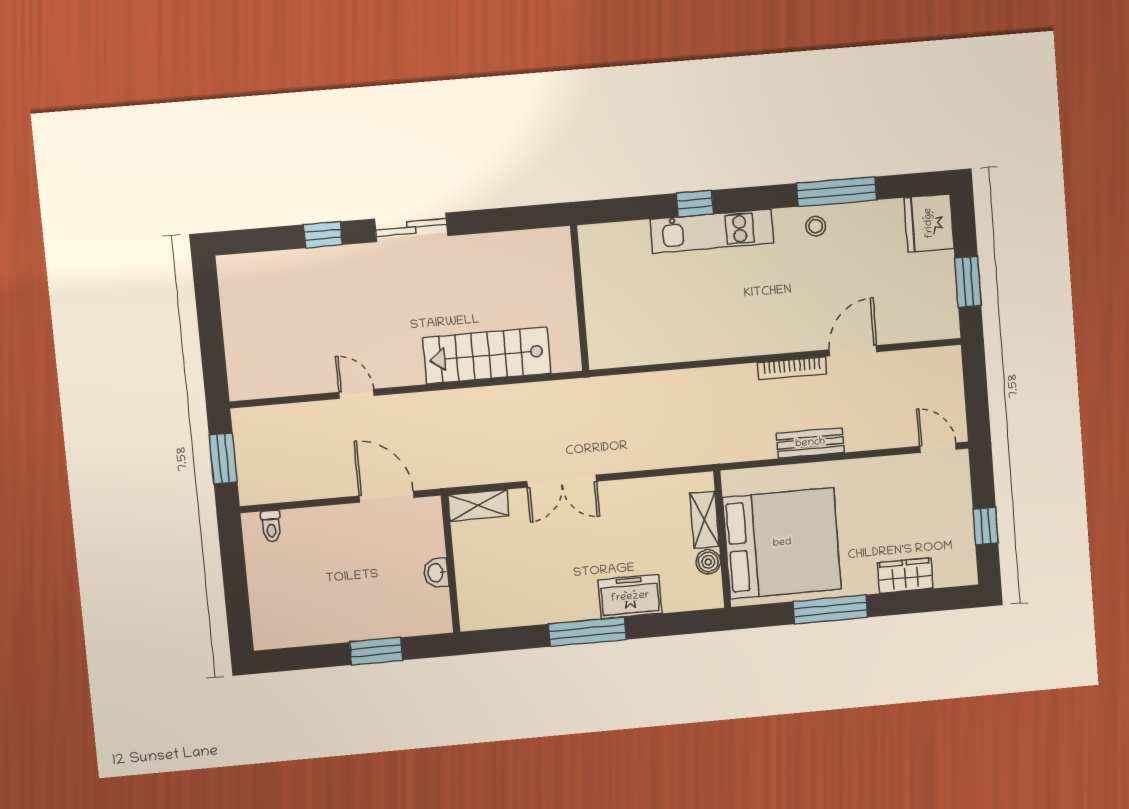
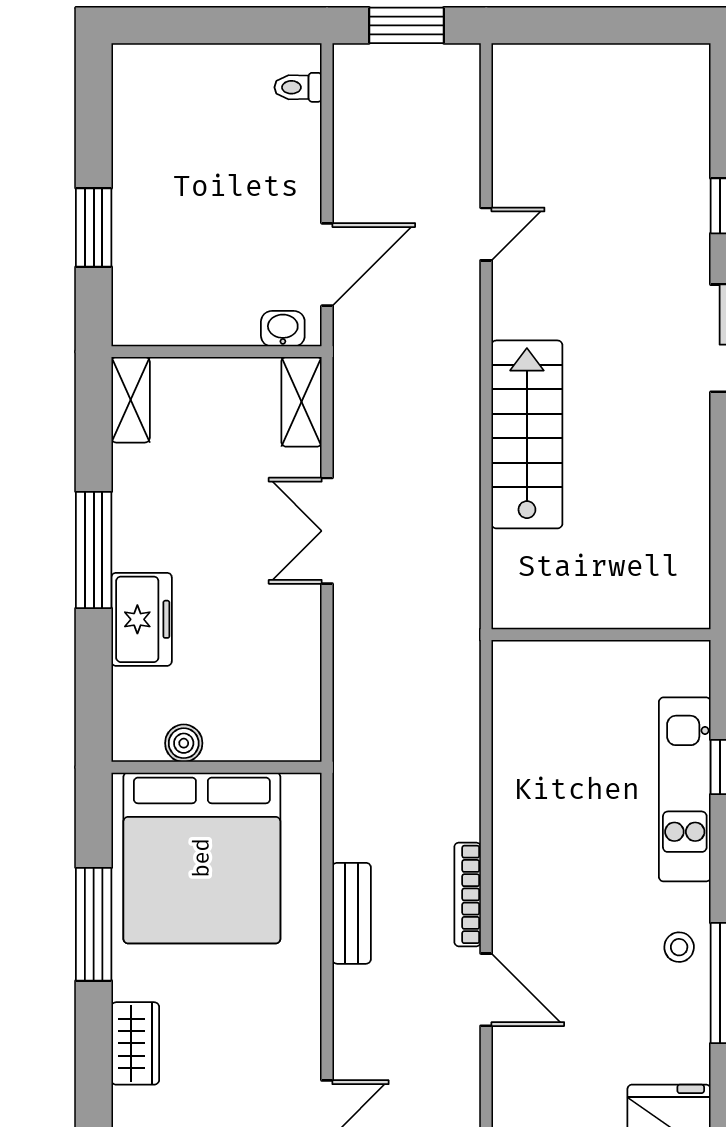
wall: (580, 298) -> (601, 635), moved
shelving: (704, 520) -> (131, 400), moved, turned 90
washbasin: (436, 573) -> (283, 329), moved

